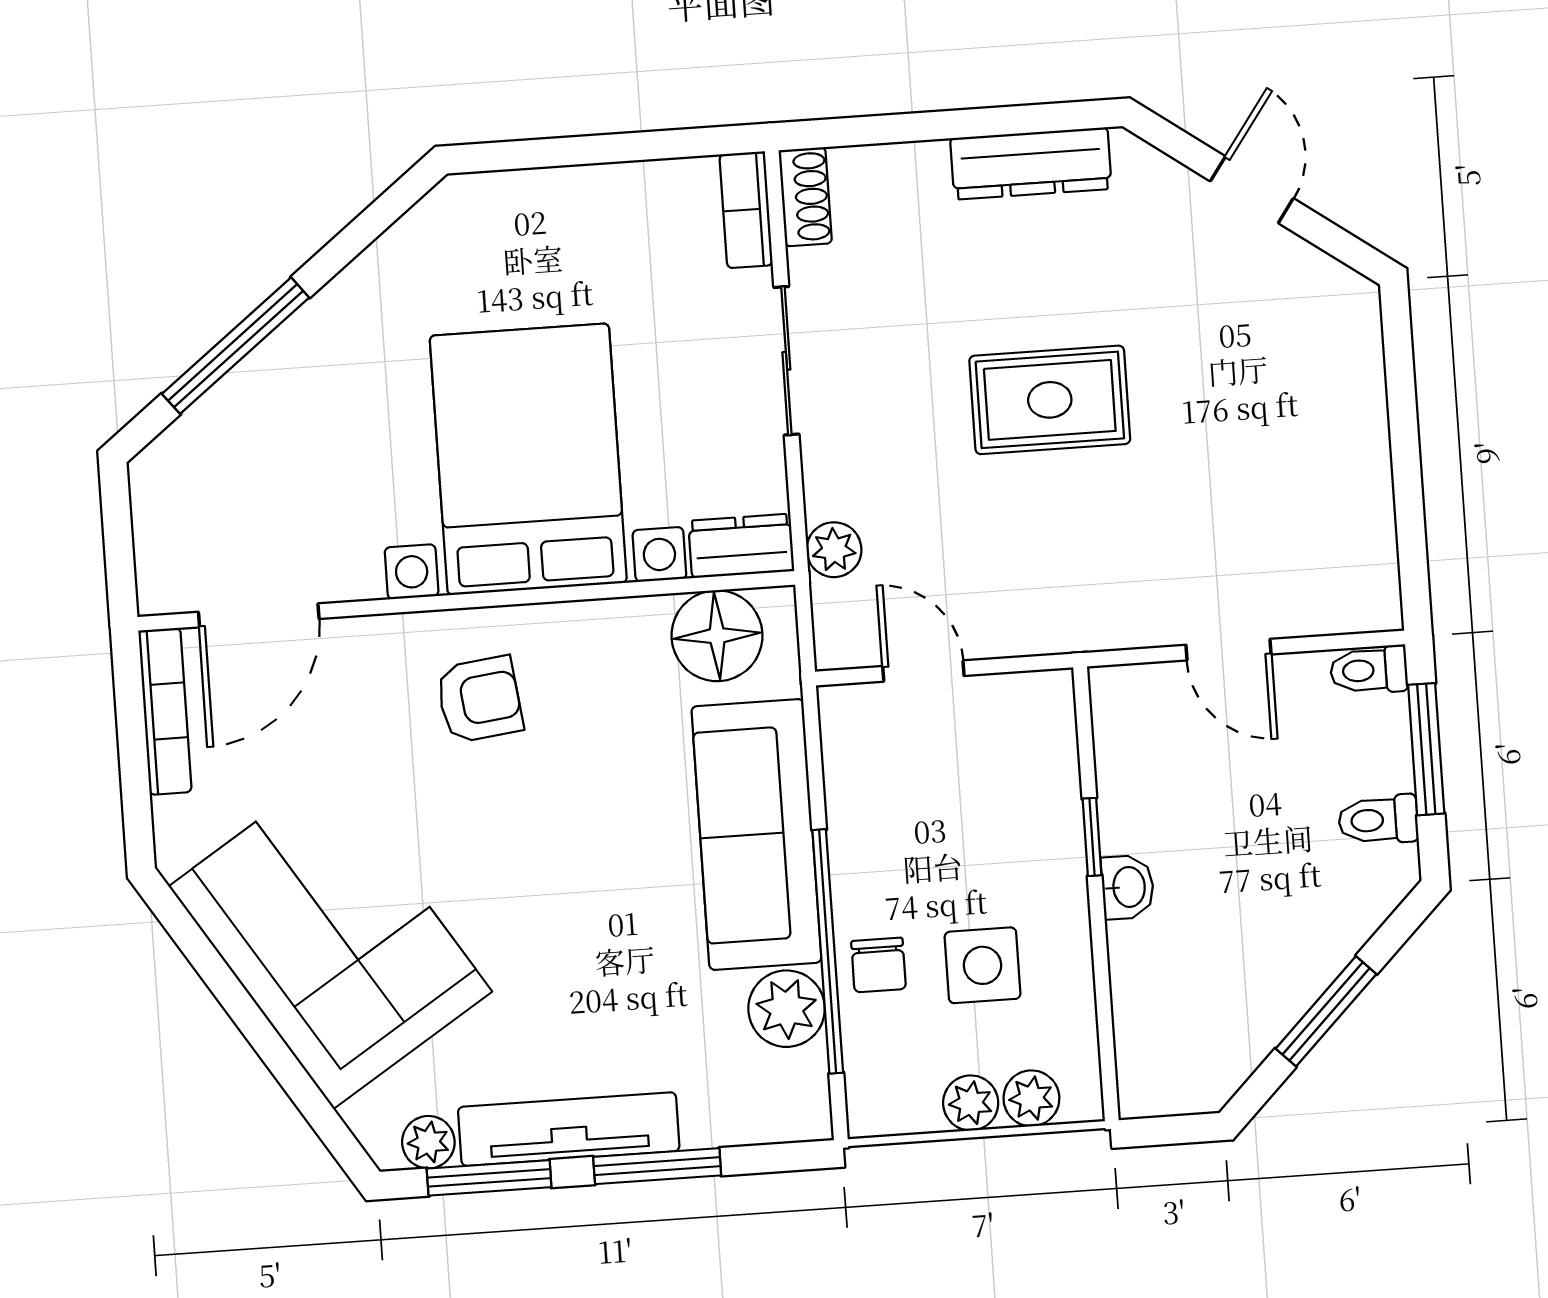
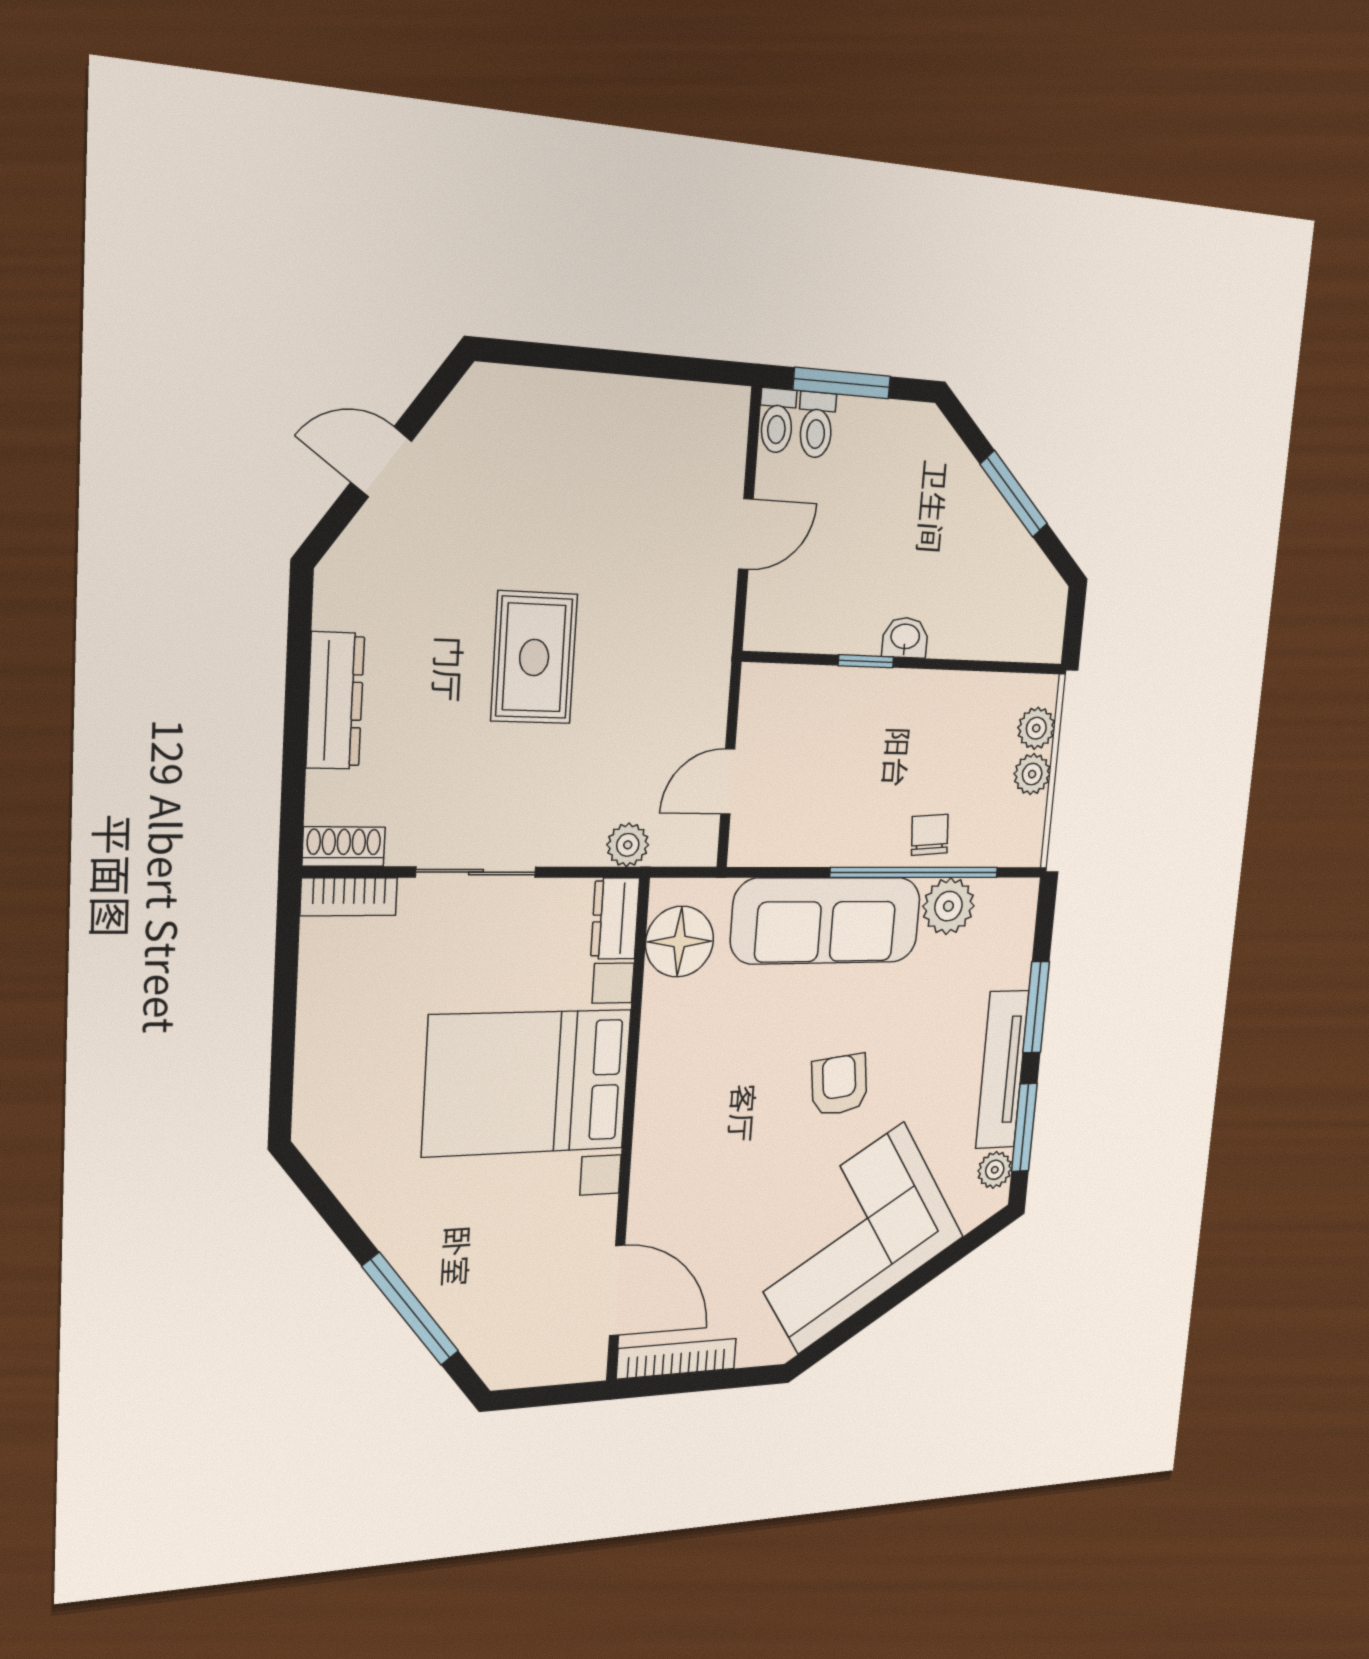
dresser: (1031, 164) -> (335, 701), moved
armchair: (479, 699) -> (839, 1085), moved
toilet: (1378, 820) -> (816, 425), moved
chair: (879, 965) -> (930, 835), turned -94
side table: (983, 965) -> (942, 756), removed

